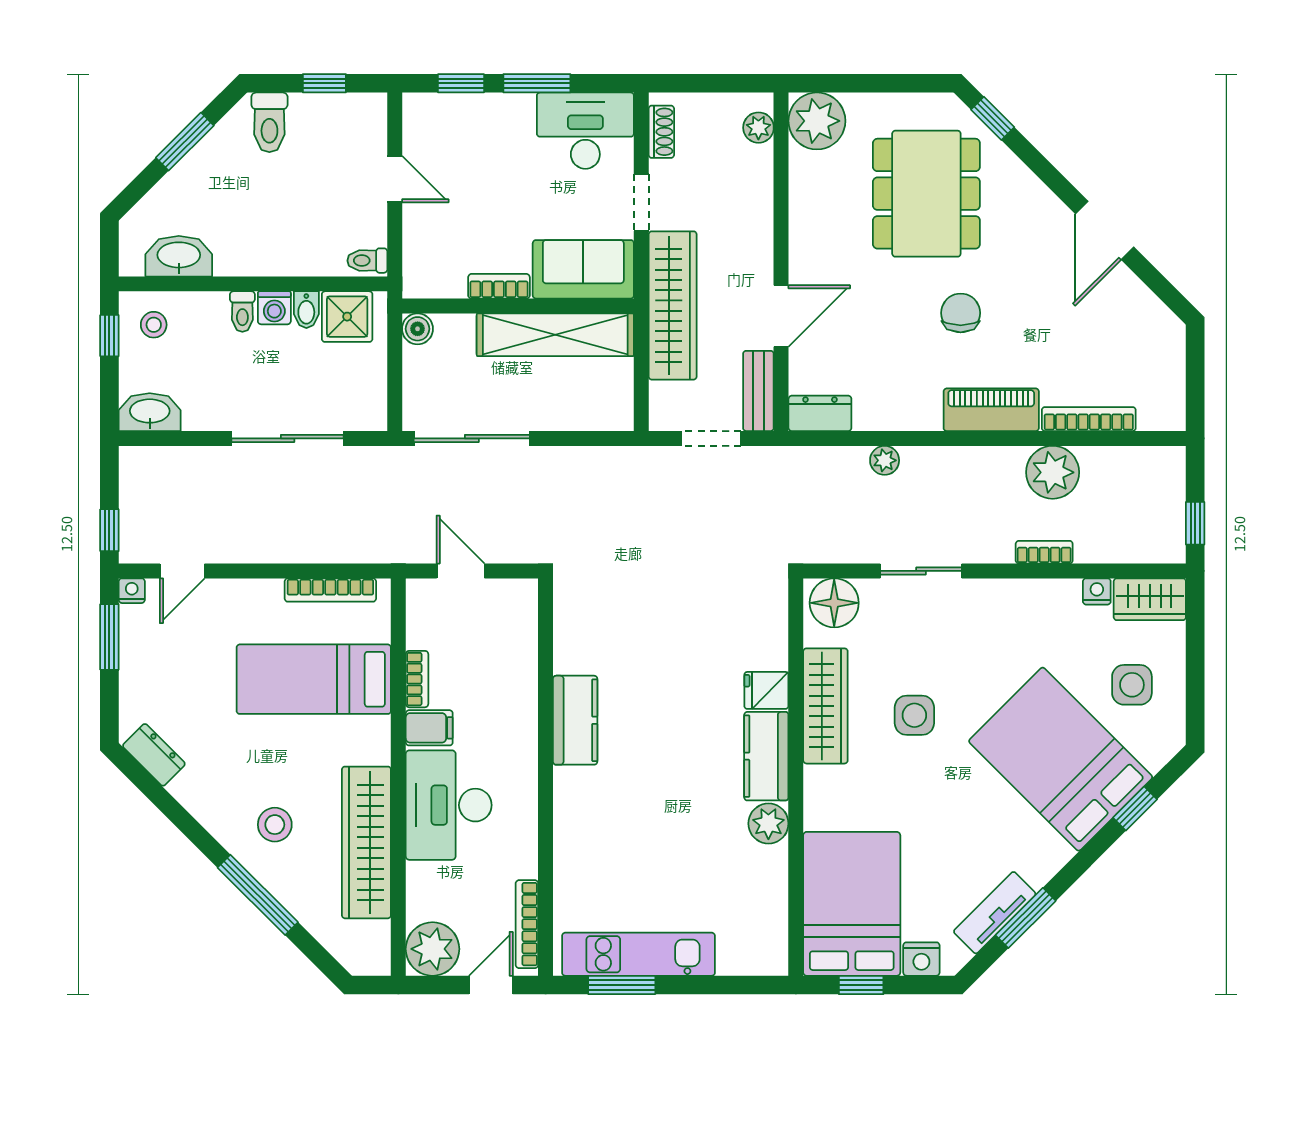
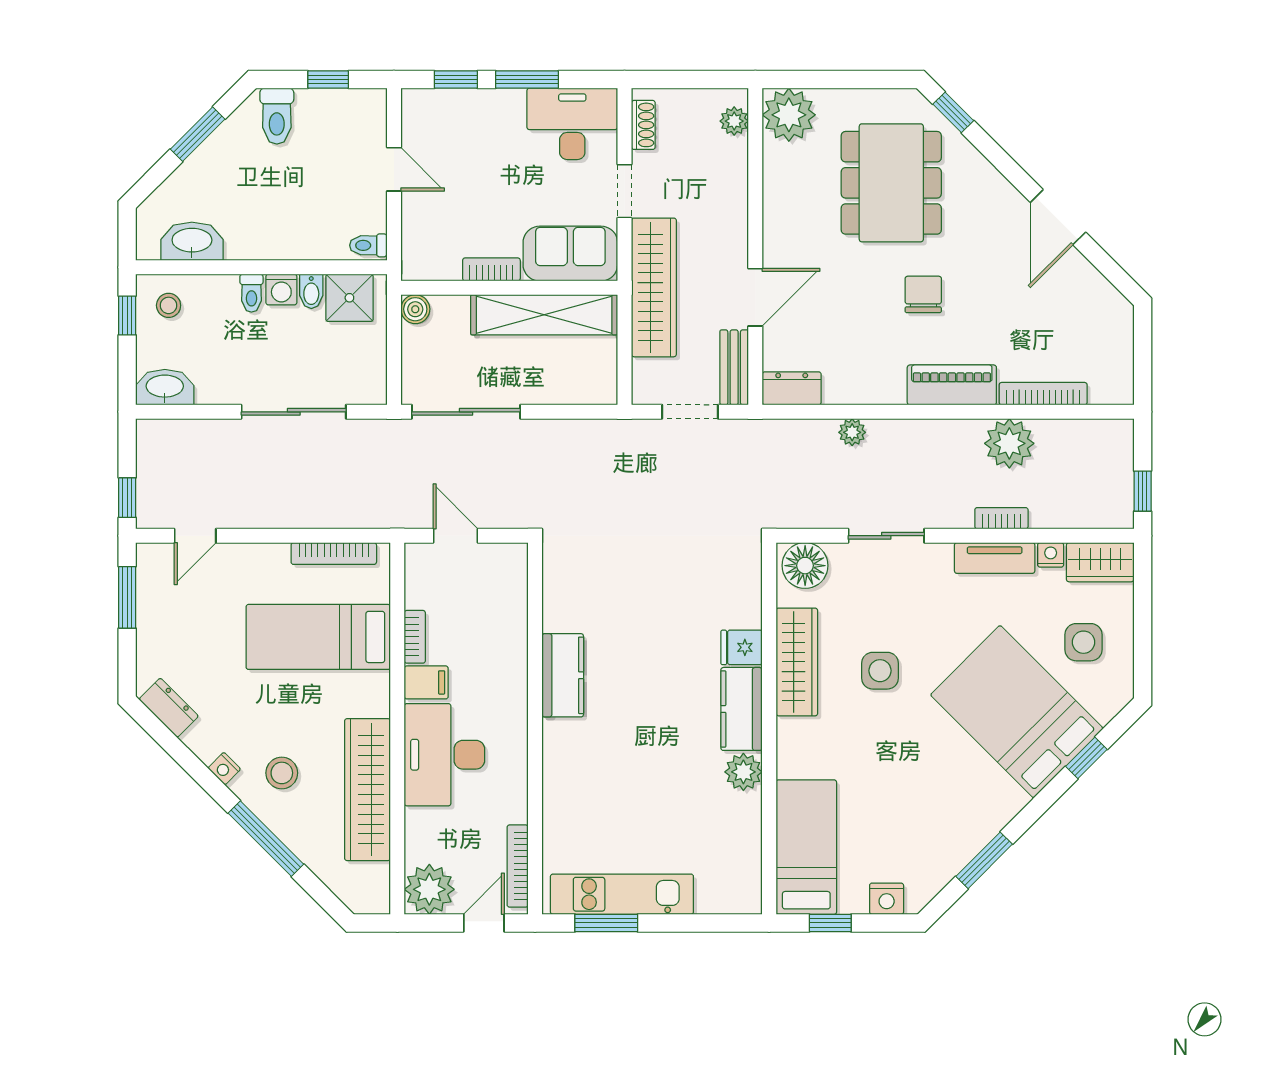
nightstand: (132, 591) -> (224, 769), moved, turned -135
bed: (852, 904) -> (806, 847), width x0.67
tv unit: (995, 913) -> (995, 558), moved, turned -135

